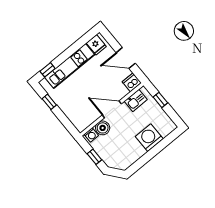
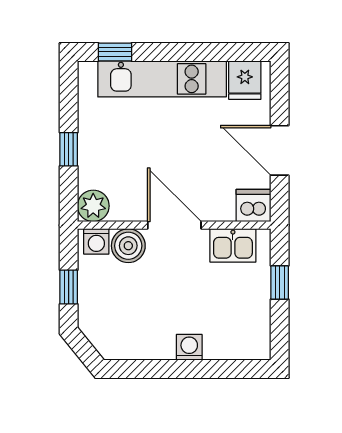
window: (49, 102) -> (69, 149), moved
plant: (81, 124) -> (93, 206), added
washing machine: (149, 138) -> (189, 347), width x0.53, depth x0.53

